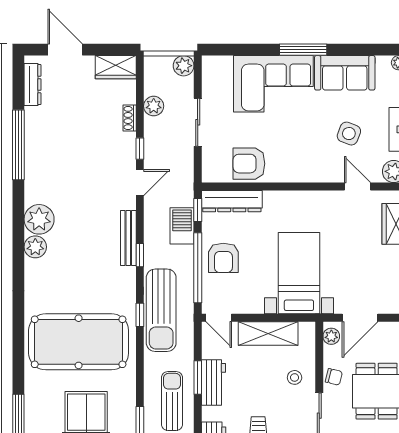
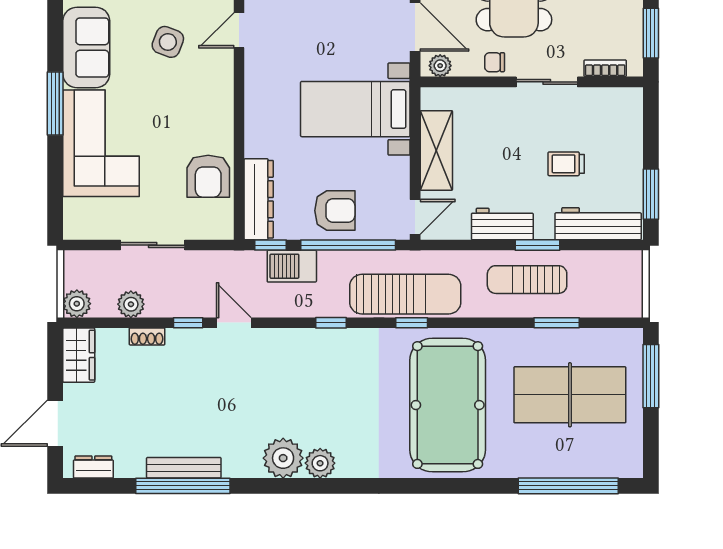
plant: (184, 66) -> (77, 304), moved
dresser: (32, 85) -> (93, 467), width x0.70
bench: (128, 238) -> (184, 468), moved
stool: (295, 377) -> (495, 115), removed
chair: (334, 377) -> (495, 62), turned -104
window: (198, 378) -> (537, 245), moved

